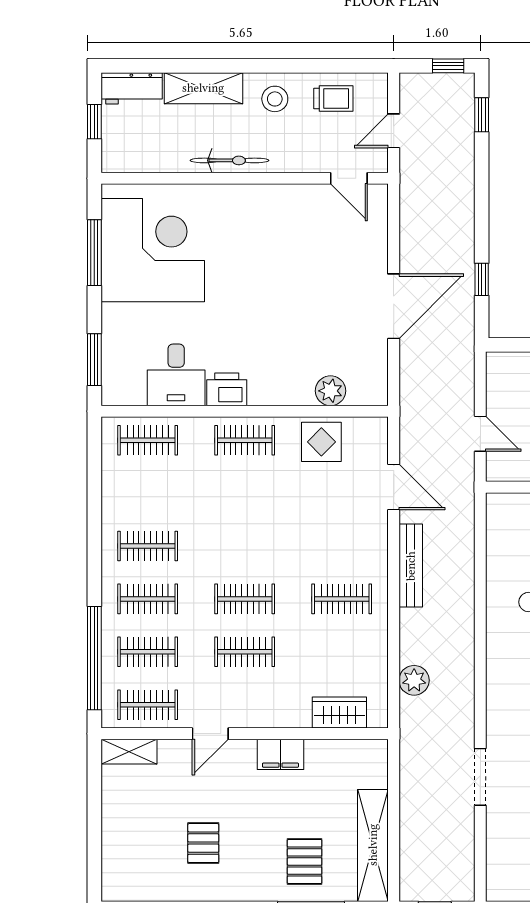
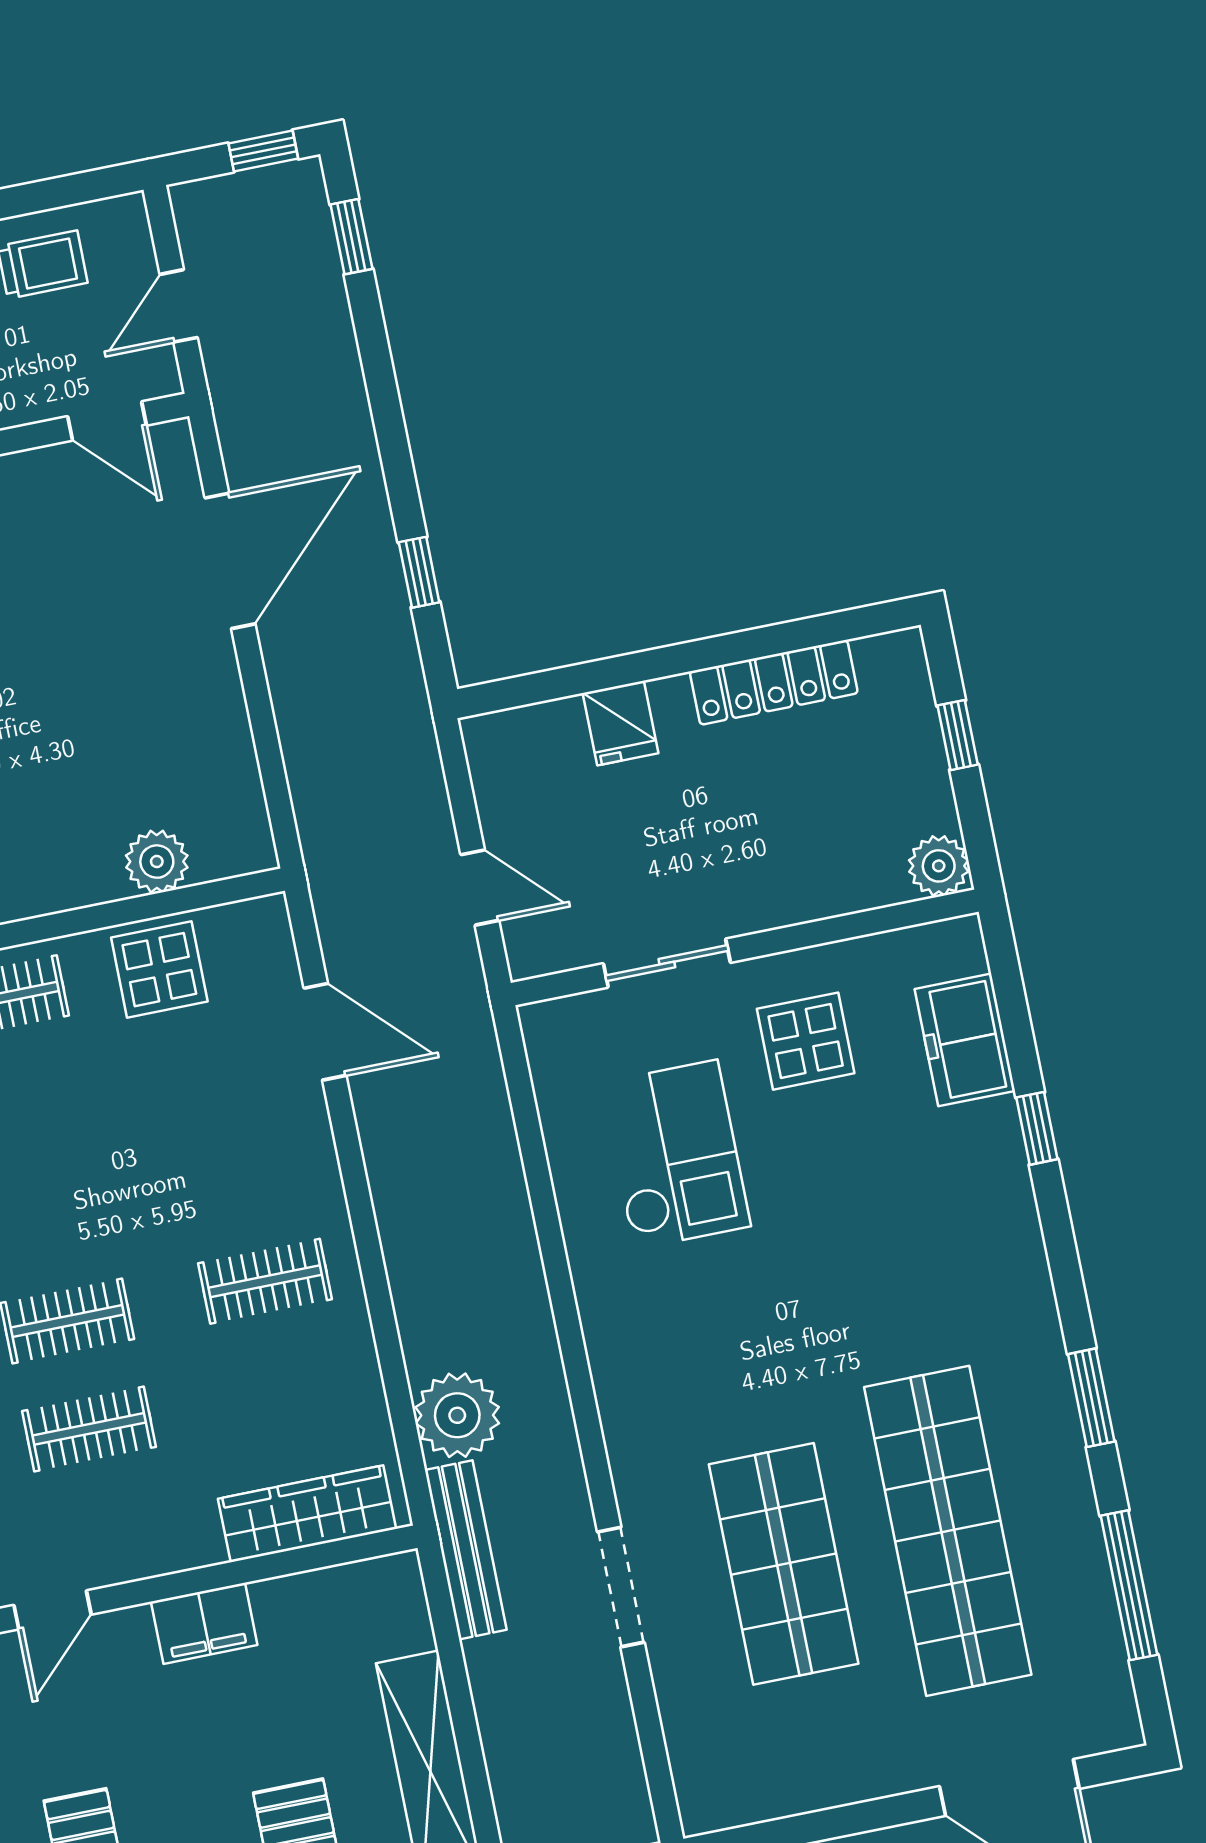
door: (394, 306) -> (230, 561), moved
bench: (411, 566) -> (466, 1550), moved
plant: (414, 680) -> (457, 1415), width x1.36, depth x1.36
wardrobe: (339, 713) -> (307, 1514), width x1.50

